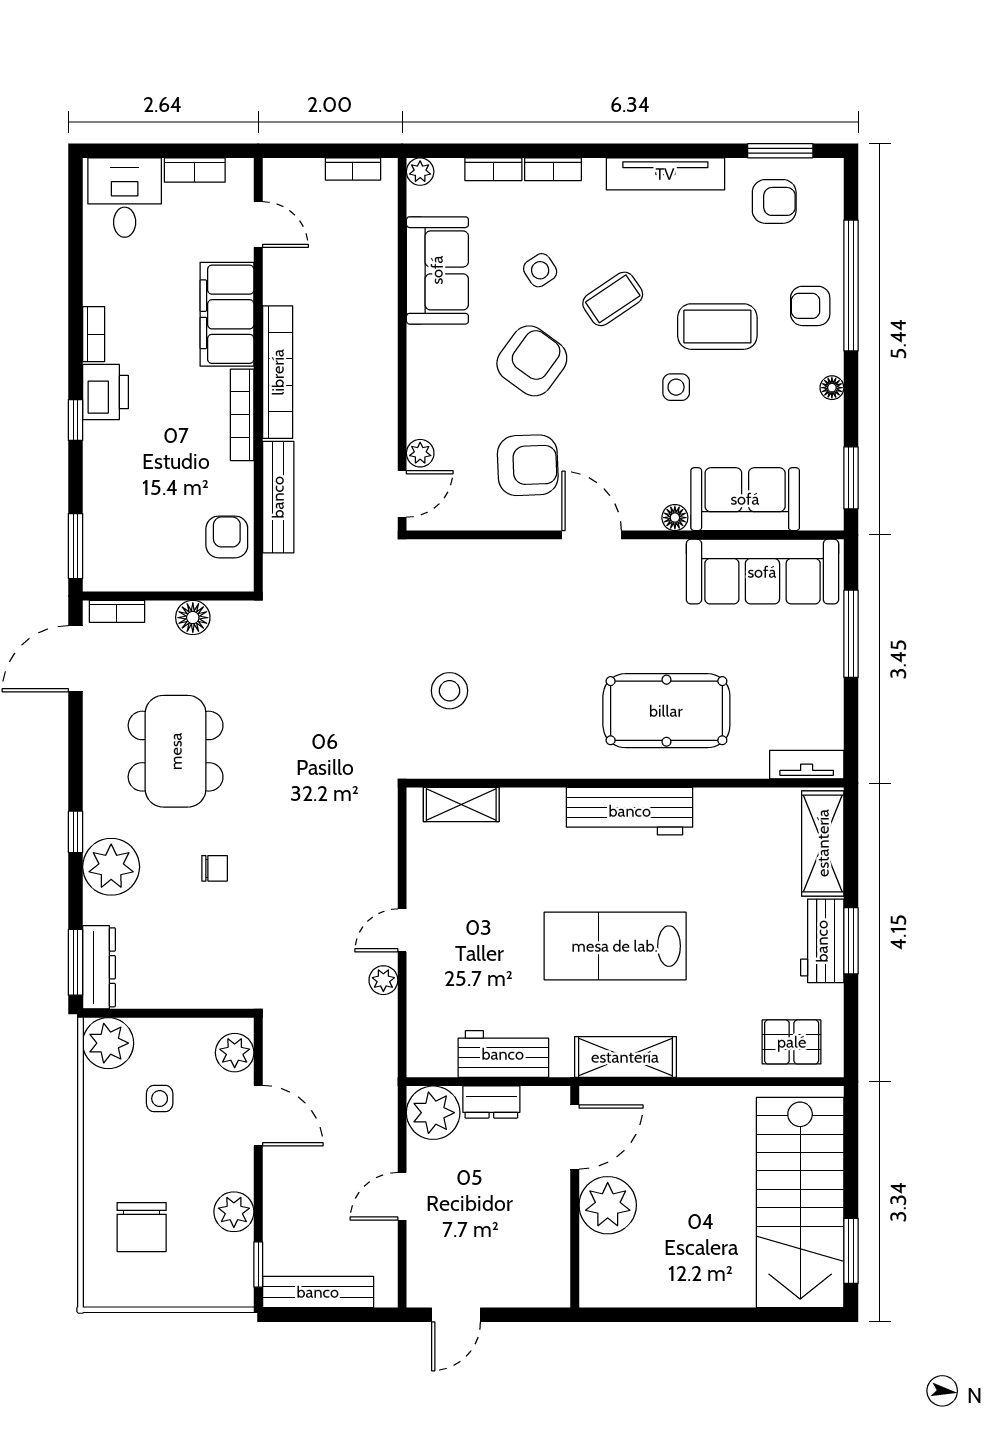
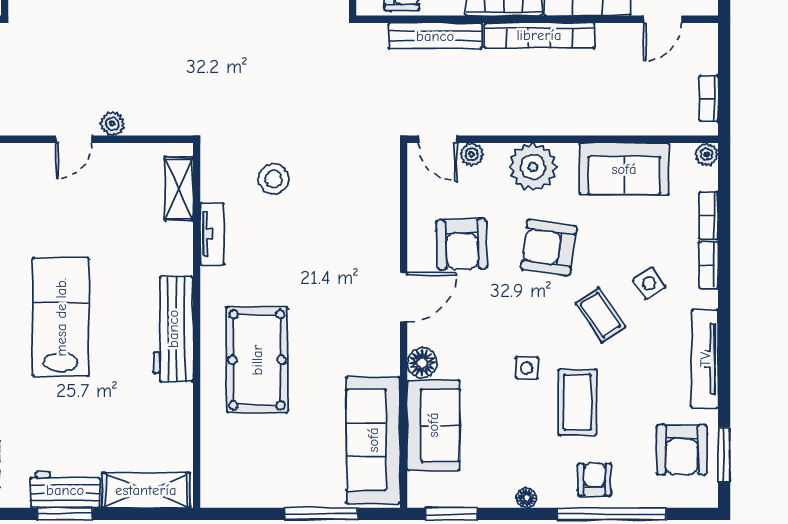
armchair: (774, 201) -> (682, 450), width x1.38, depth x1.38
side table: (540, 270) -> (649, 283), moved
armchair: (532, 361) -> (549, 248), turned 152
plant: (435, 380) -> (533, 167), added
floor lamp: (675, 518) -> (422, 363), width x1.37, depth x1.37
tv unit: (807, 765) -> (212, 234), moved
door: (402, 930) -> (74, 139), swing flipped
plant: (383, 980) -> (112, 124), moved

